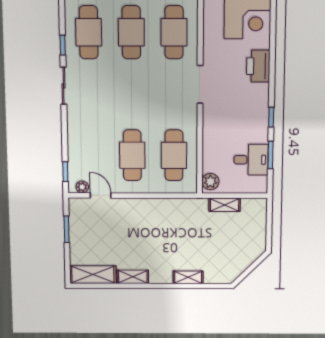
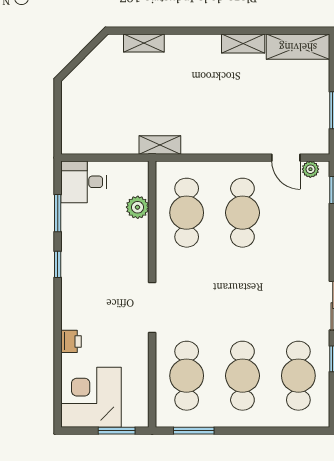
printer: (258, 66) -> (71, 341), width x0.53, depth x0.68
desk: (251, 160) -> (83, 182), moved
plant: (210, 182) -> (138, 207), moved
shelving: (225, 205) -> (160, 145), moved
shelving: (188, 277) -> (144, 43), moved

